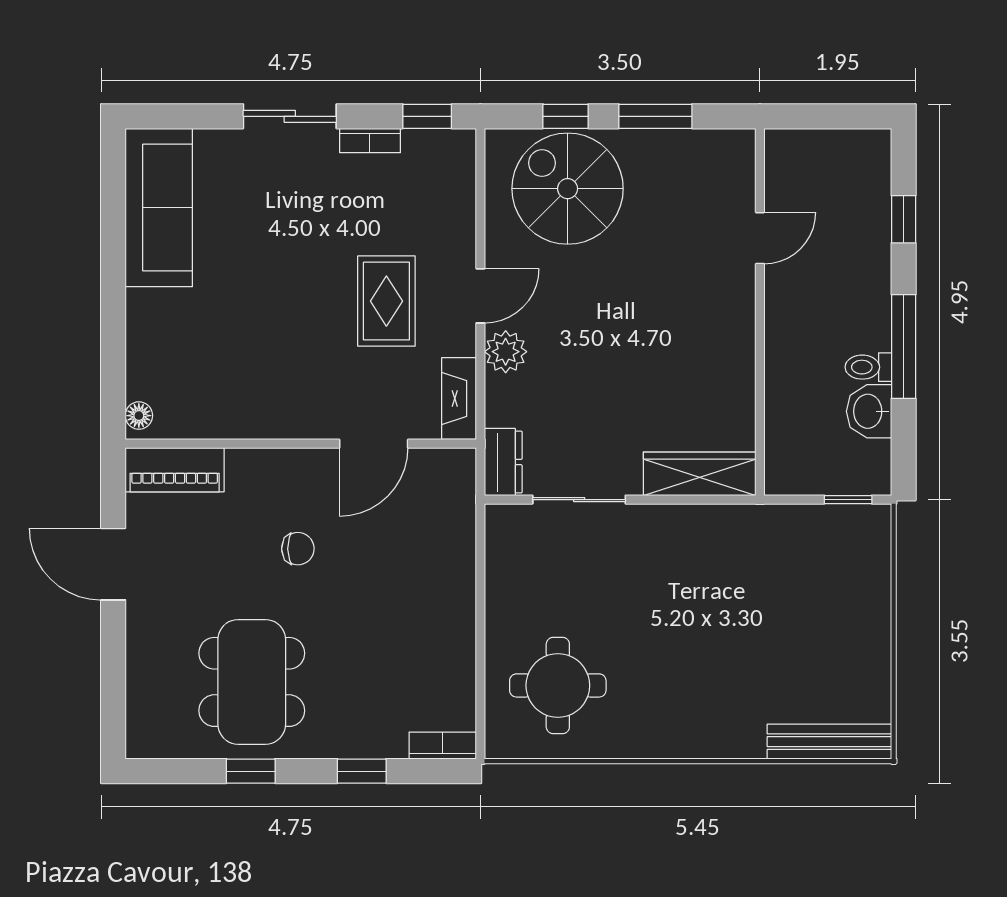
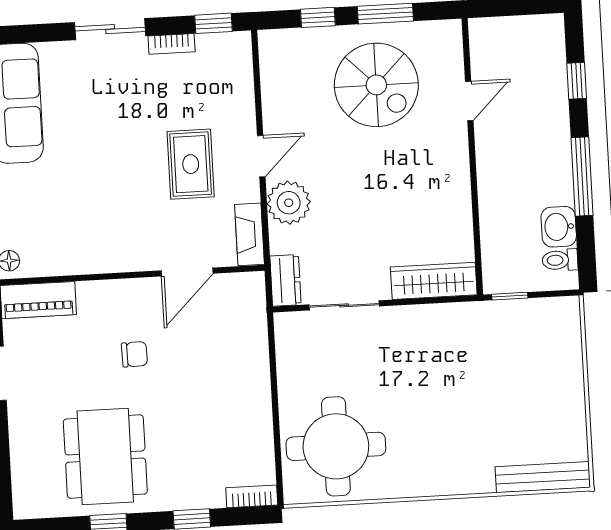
spiral stairs: (568, 189) -> (376, 85), moved, turned 180
plant: (506, 352) -> (289, 203), width x1.36, depth x1.36
toilet: (868, 367) -> (560, 260), moved
window: (848, 500) -> (510, 296), moved
round table: (558, 685) -> (336, 446), width x1.36, depth x1.36

